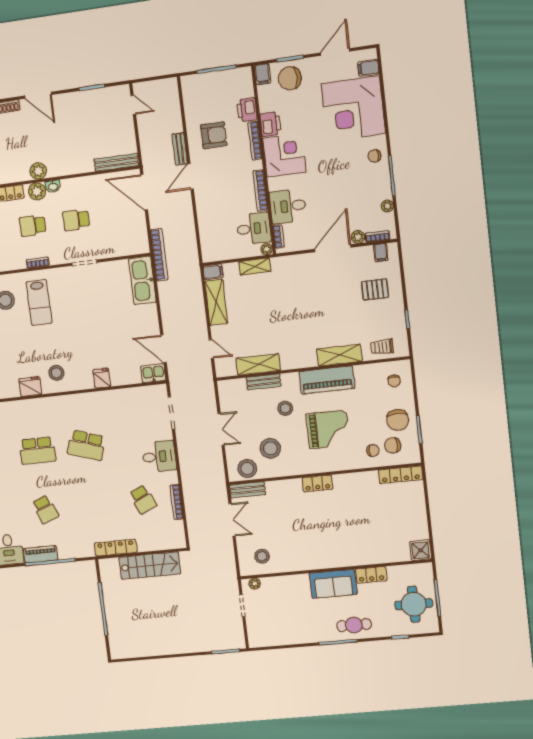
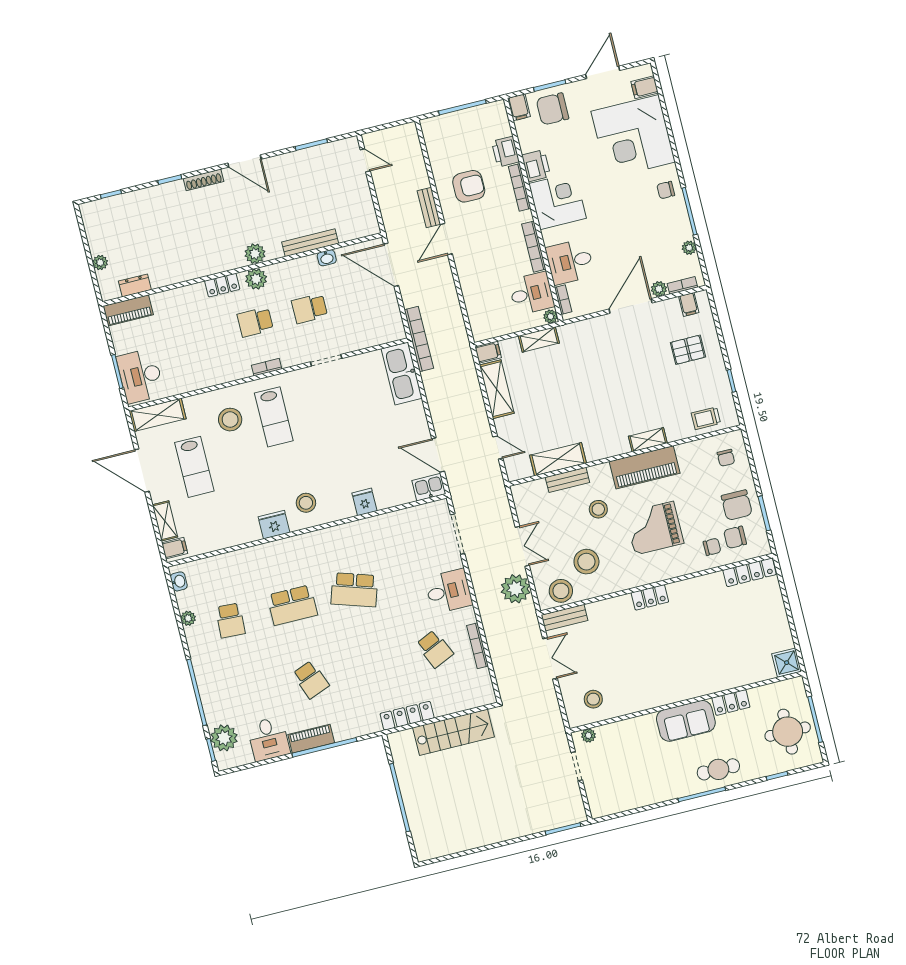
bench: (116, 162) -> (310, 243), moved
washbasin: (53, 186) -> (327, 258), moved
shelving: (339, 355) -> (648, 440), width x0.67, depth x0.75
grand piano: (328, 429) -> (654, 528), turned 180
plant: (212, 462) -> (516, 589), added

